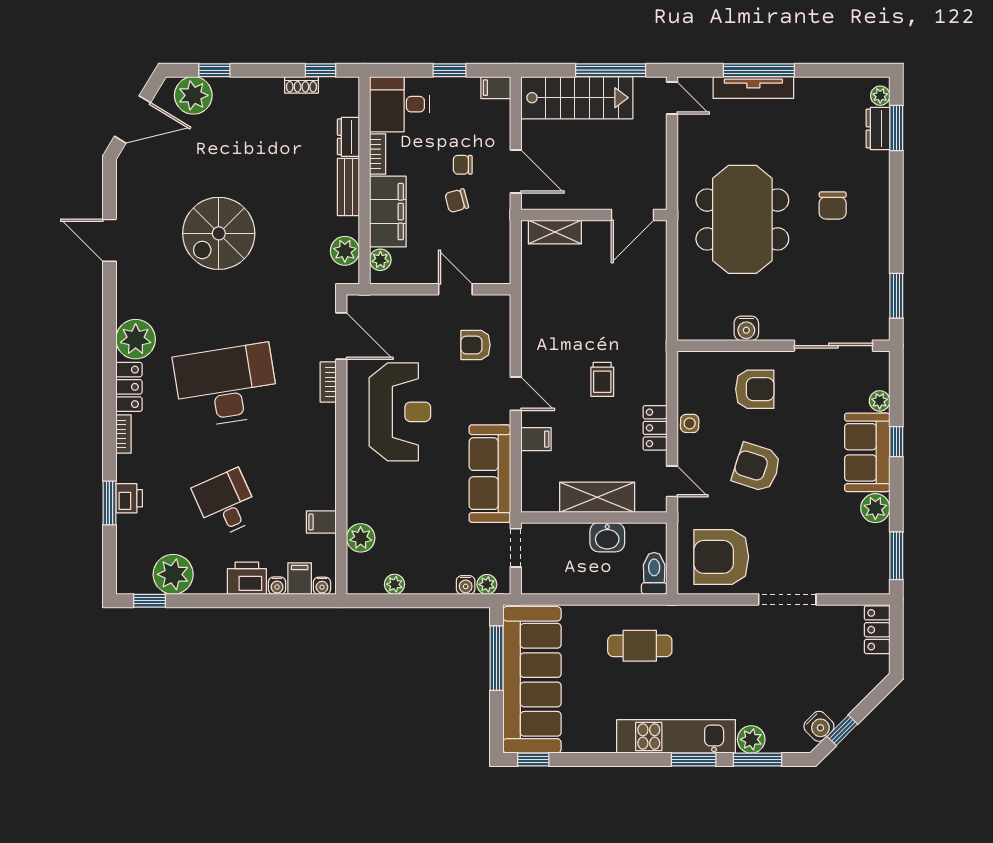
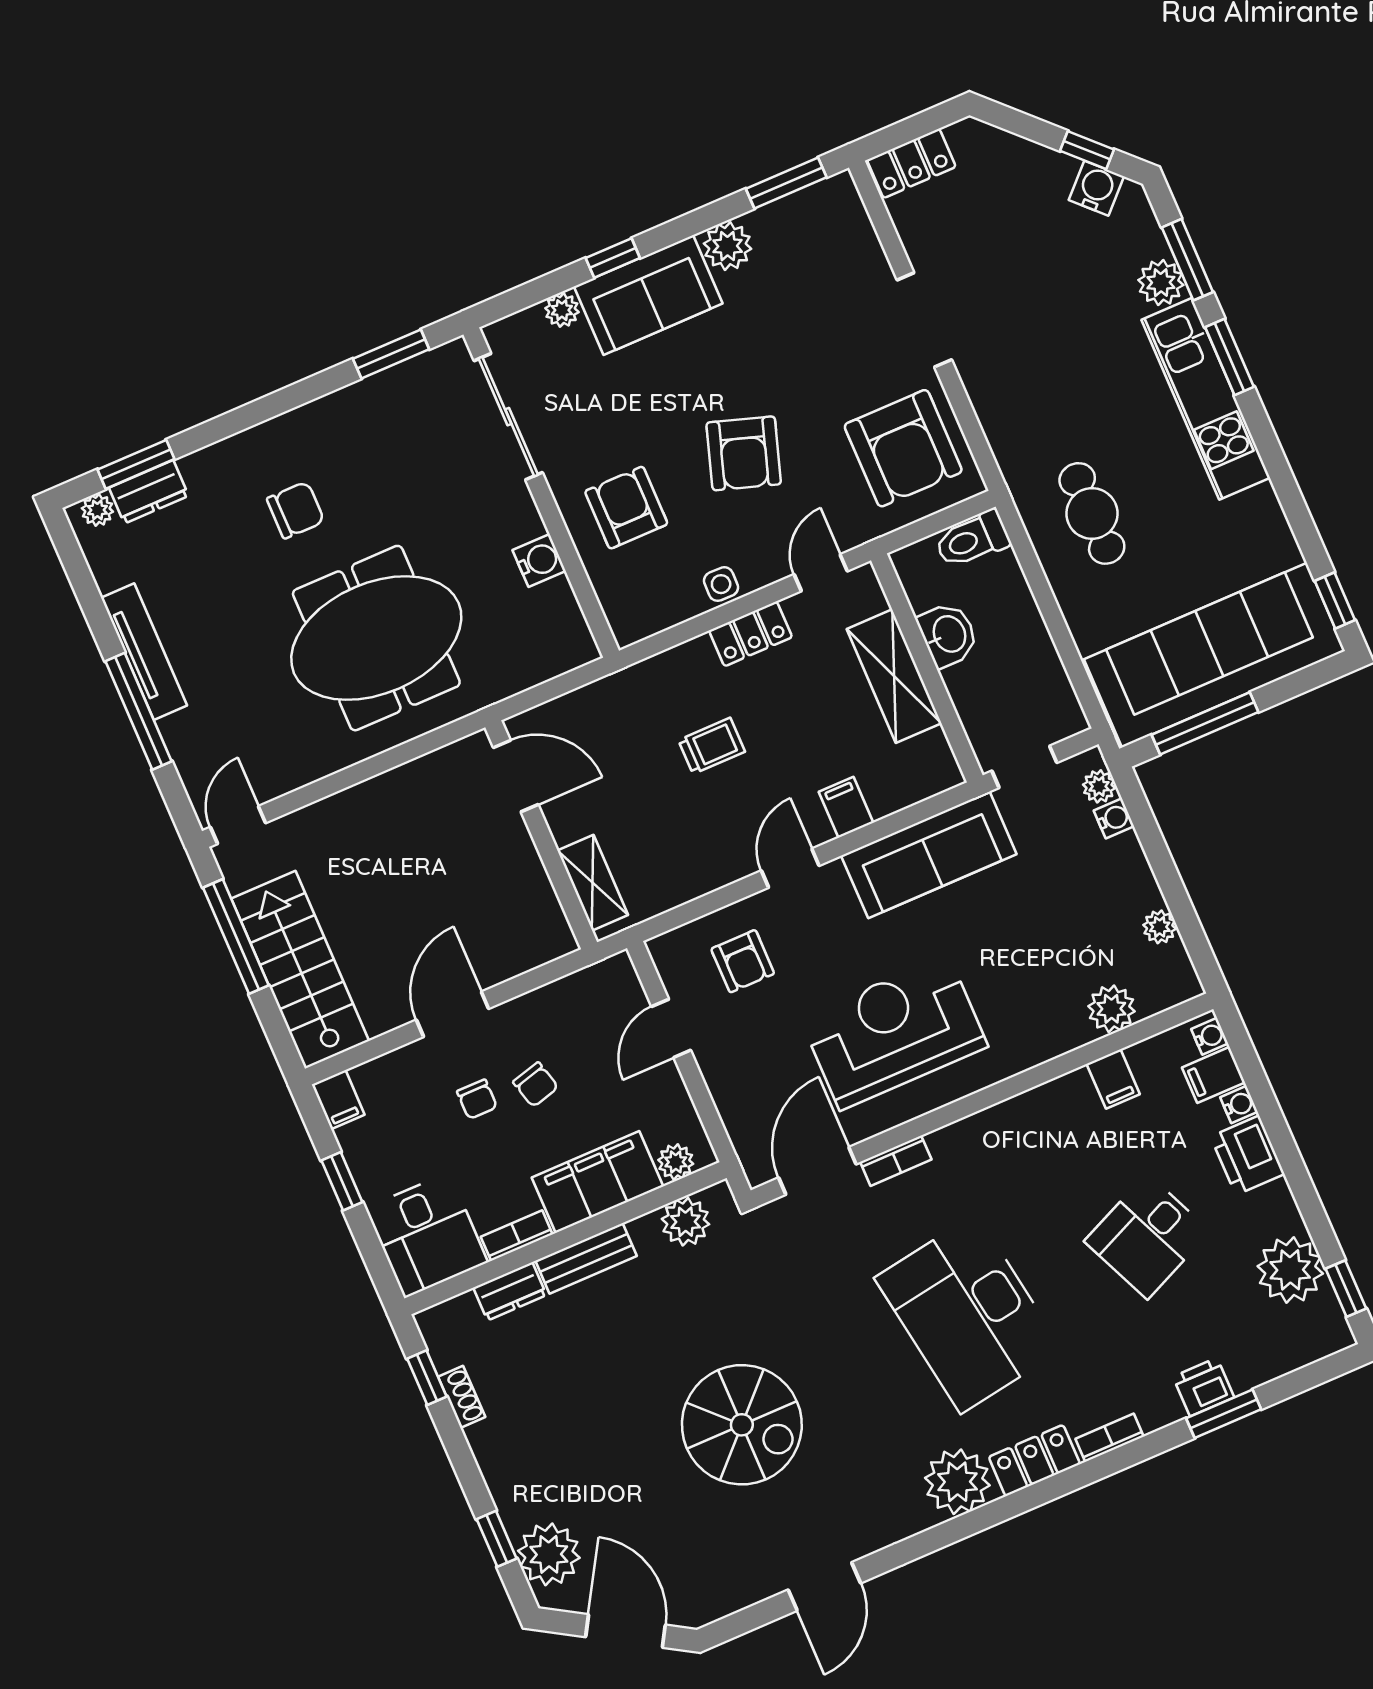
tv unit: (753, 87) -> (144, 652), moved
wall: (594, 215) -> (541, 835), moved
door: (633, 215) -> (516, 776), moved
shelving: (555, 232) -> (593, 883), moved

